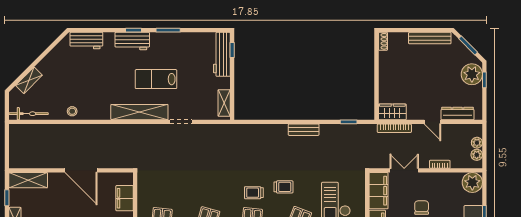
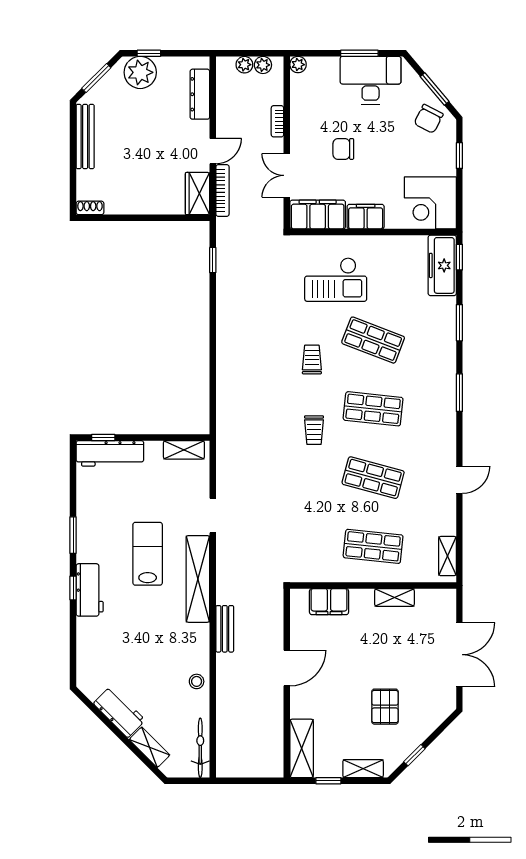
workbench: (86, 41) -> (119, 712), moved, turned -45
lab bench: (156, 79) -> (148, 554), turned 180
door: (433, 122) -> (213, 151), moved
bench: (304, 130) -> (225, 629), moved
door: (81, 170) -> (287, 668), width x0.73
plant: (472, 182) -> (298, 65), width x0.53, depth x0.53
trolley: (254, 193) -> (314, 430), moved

